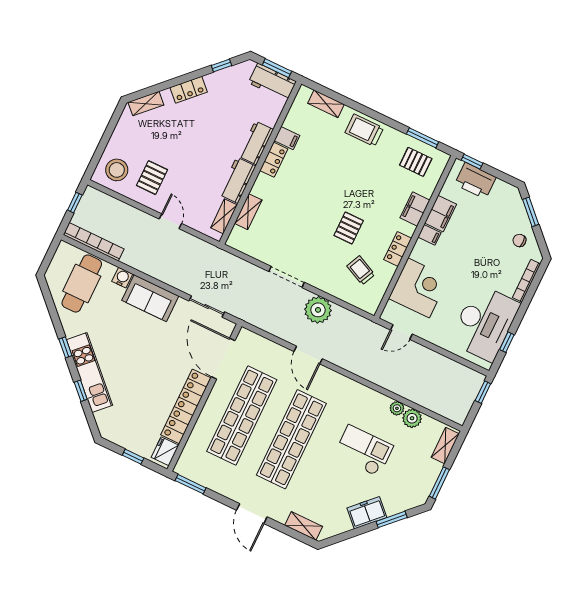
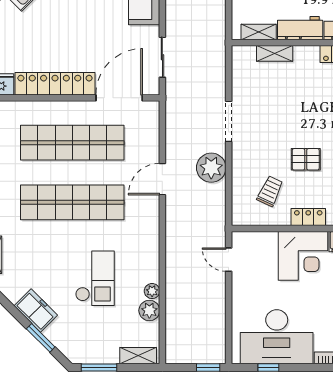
corner desk: (419, 288) -> (303, 256), moved

